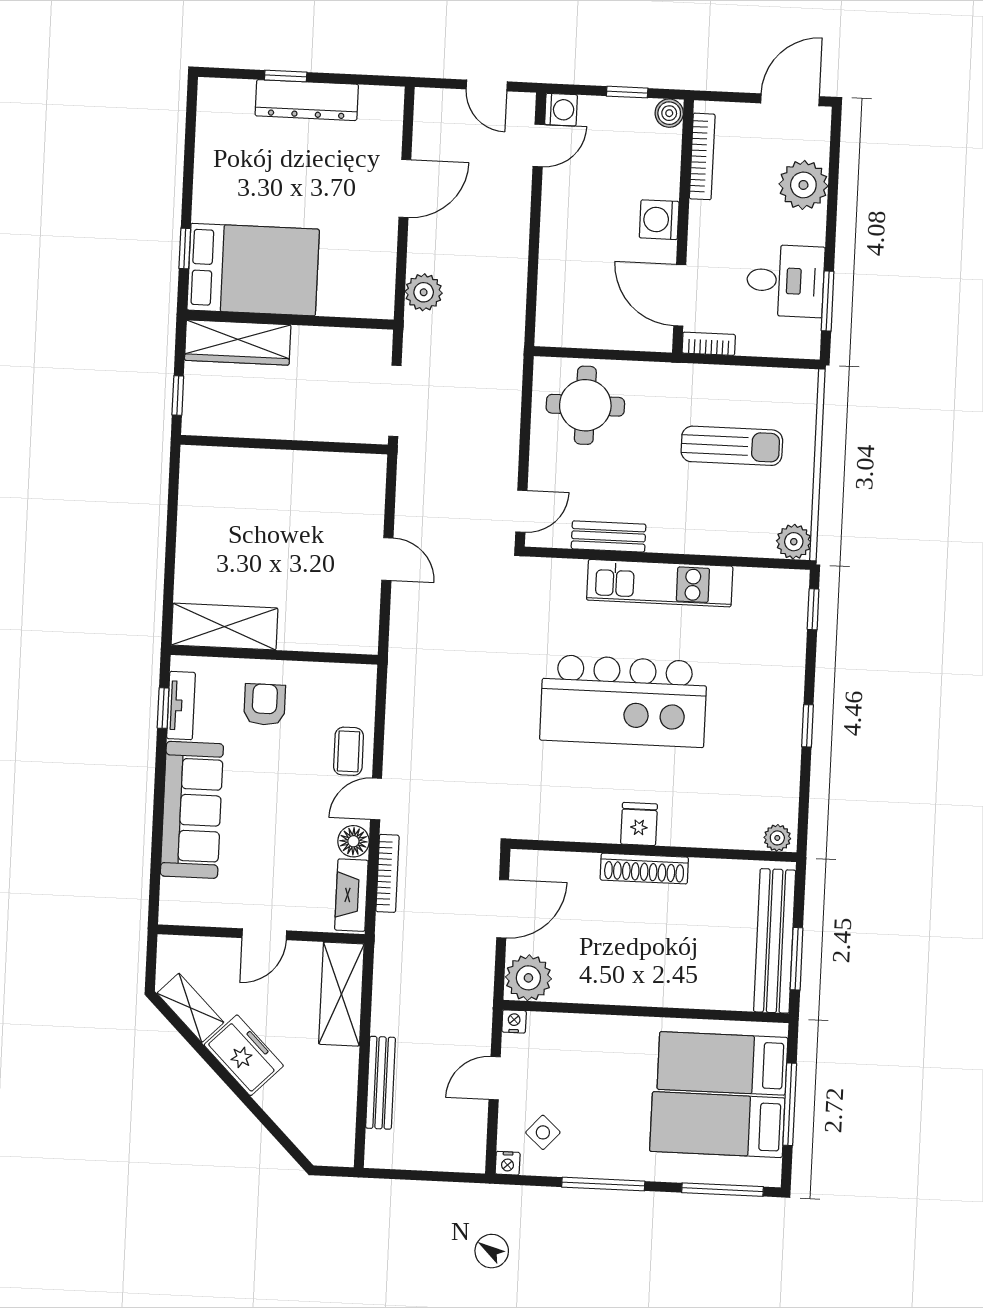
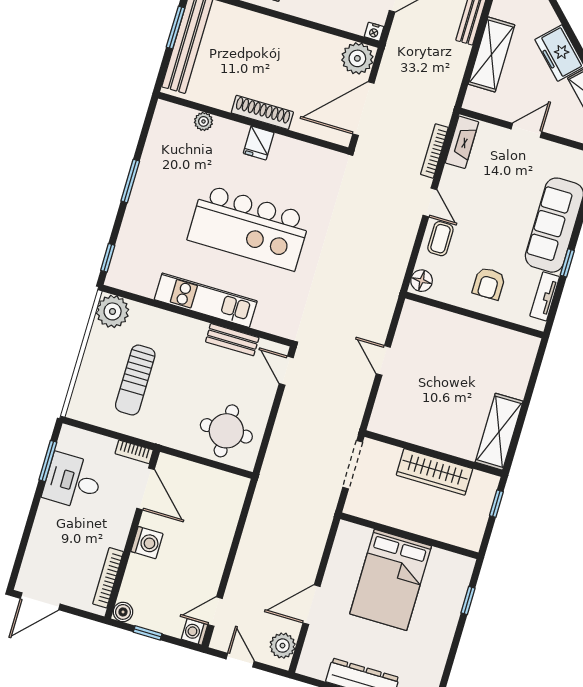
plant: (803, 185) -> (45, 542), removed
bed: (253, 270) -> (391, 580), moved, turned -90
plant: (424, 292) -> (283, 646), moved
wardrobe: (238, 343) -> (434, 472), moved, turned 180
sun lounger: (732, 446) -> (135, 380), turned -90
door: (521, 511) -> (286, 371), hinge flipped
plant: (794, 542) -> (113, 311), width x1.36, depth x1.36
shelving: (224, 627) -> (499, 432), moved, turned 90
kitchen island: (624, 701) -> (249, 228), turned 180
window: (163, 708) -> (567, 263), moved
window: (808, 726) -> (130, 181), width x1.50
door: (376, 799) -> (430, 202), hinge flipped
plant: (777, 838) -> (203, 121), moved
floor lamp: (353, 841) -> (422, 281), moved
door: (503, 909) -> (363, 109), width x1.36
shelving: (341, 994) -> (492, 55), moved

